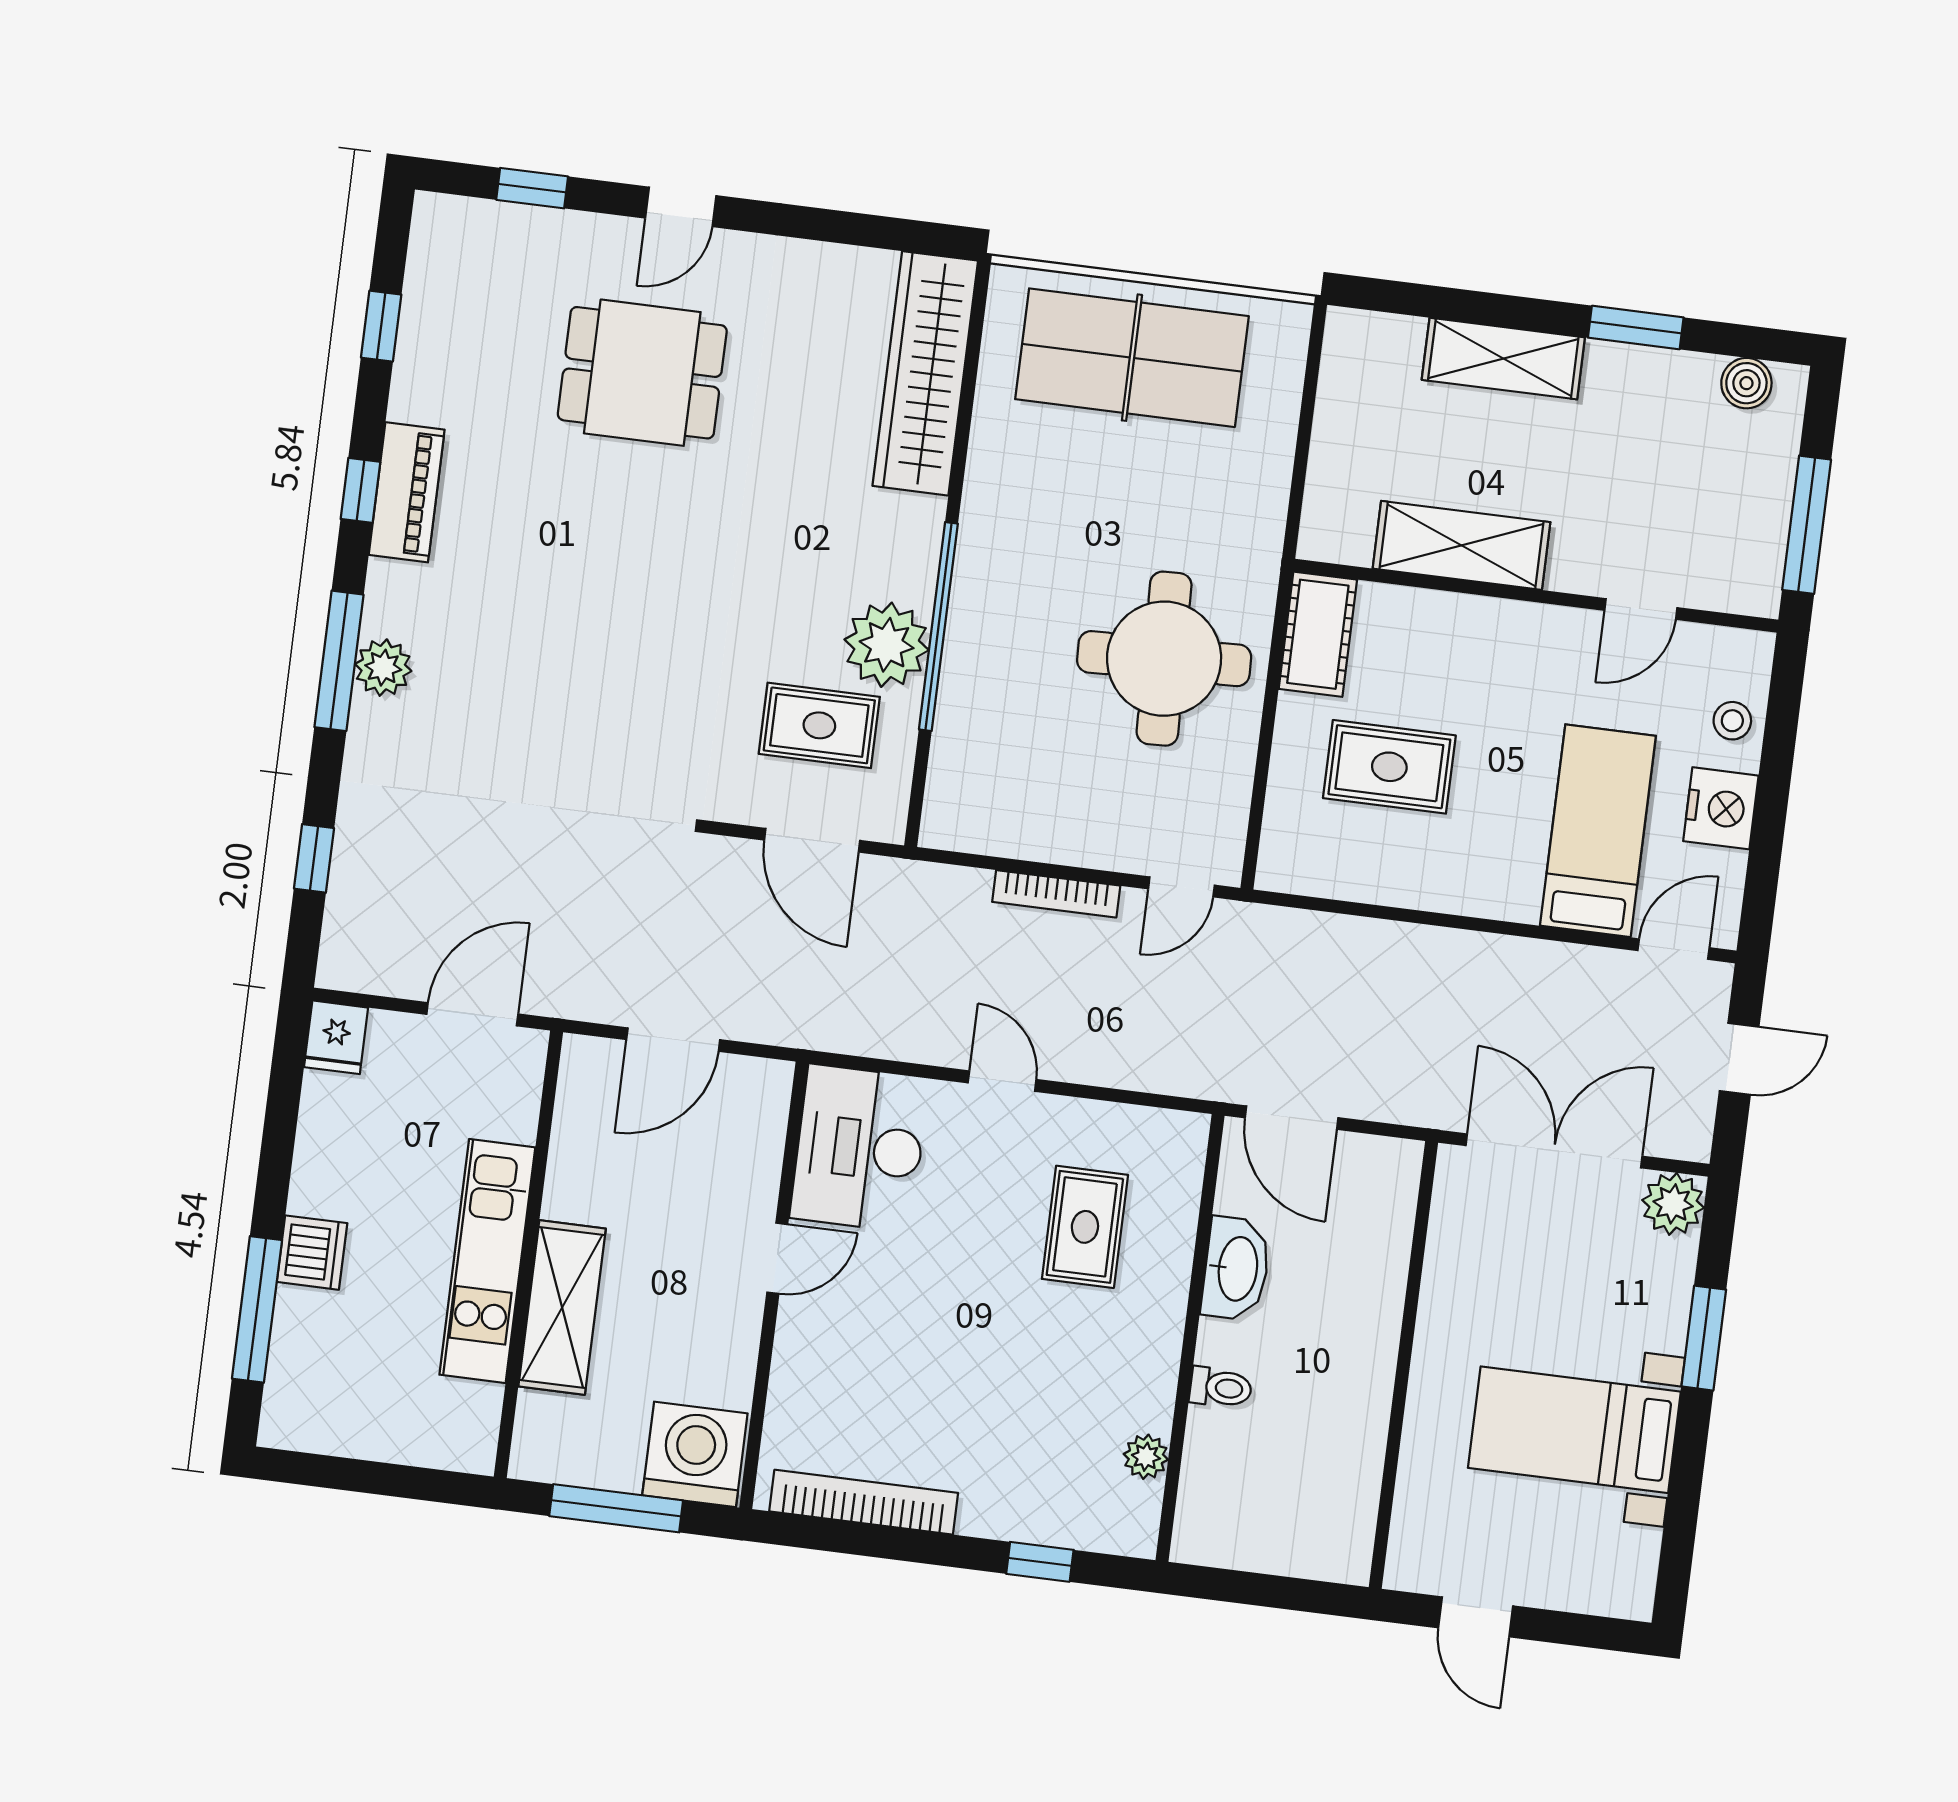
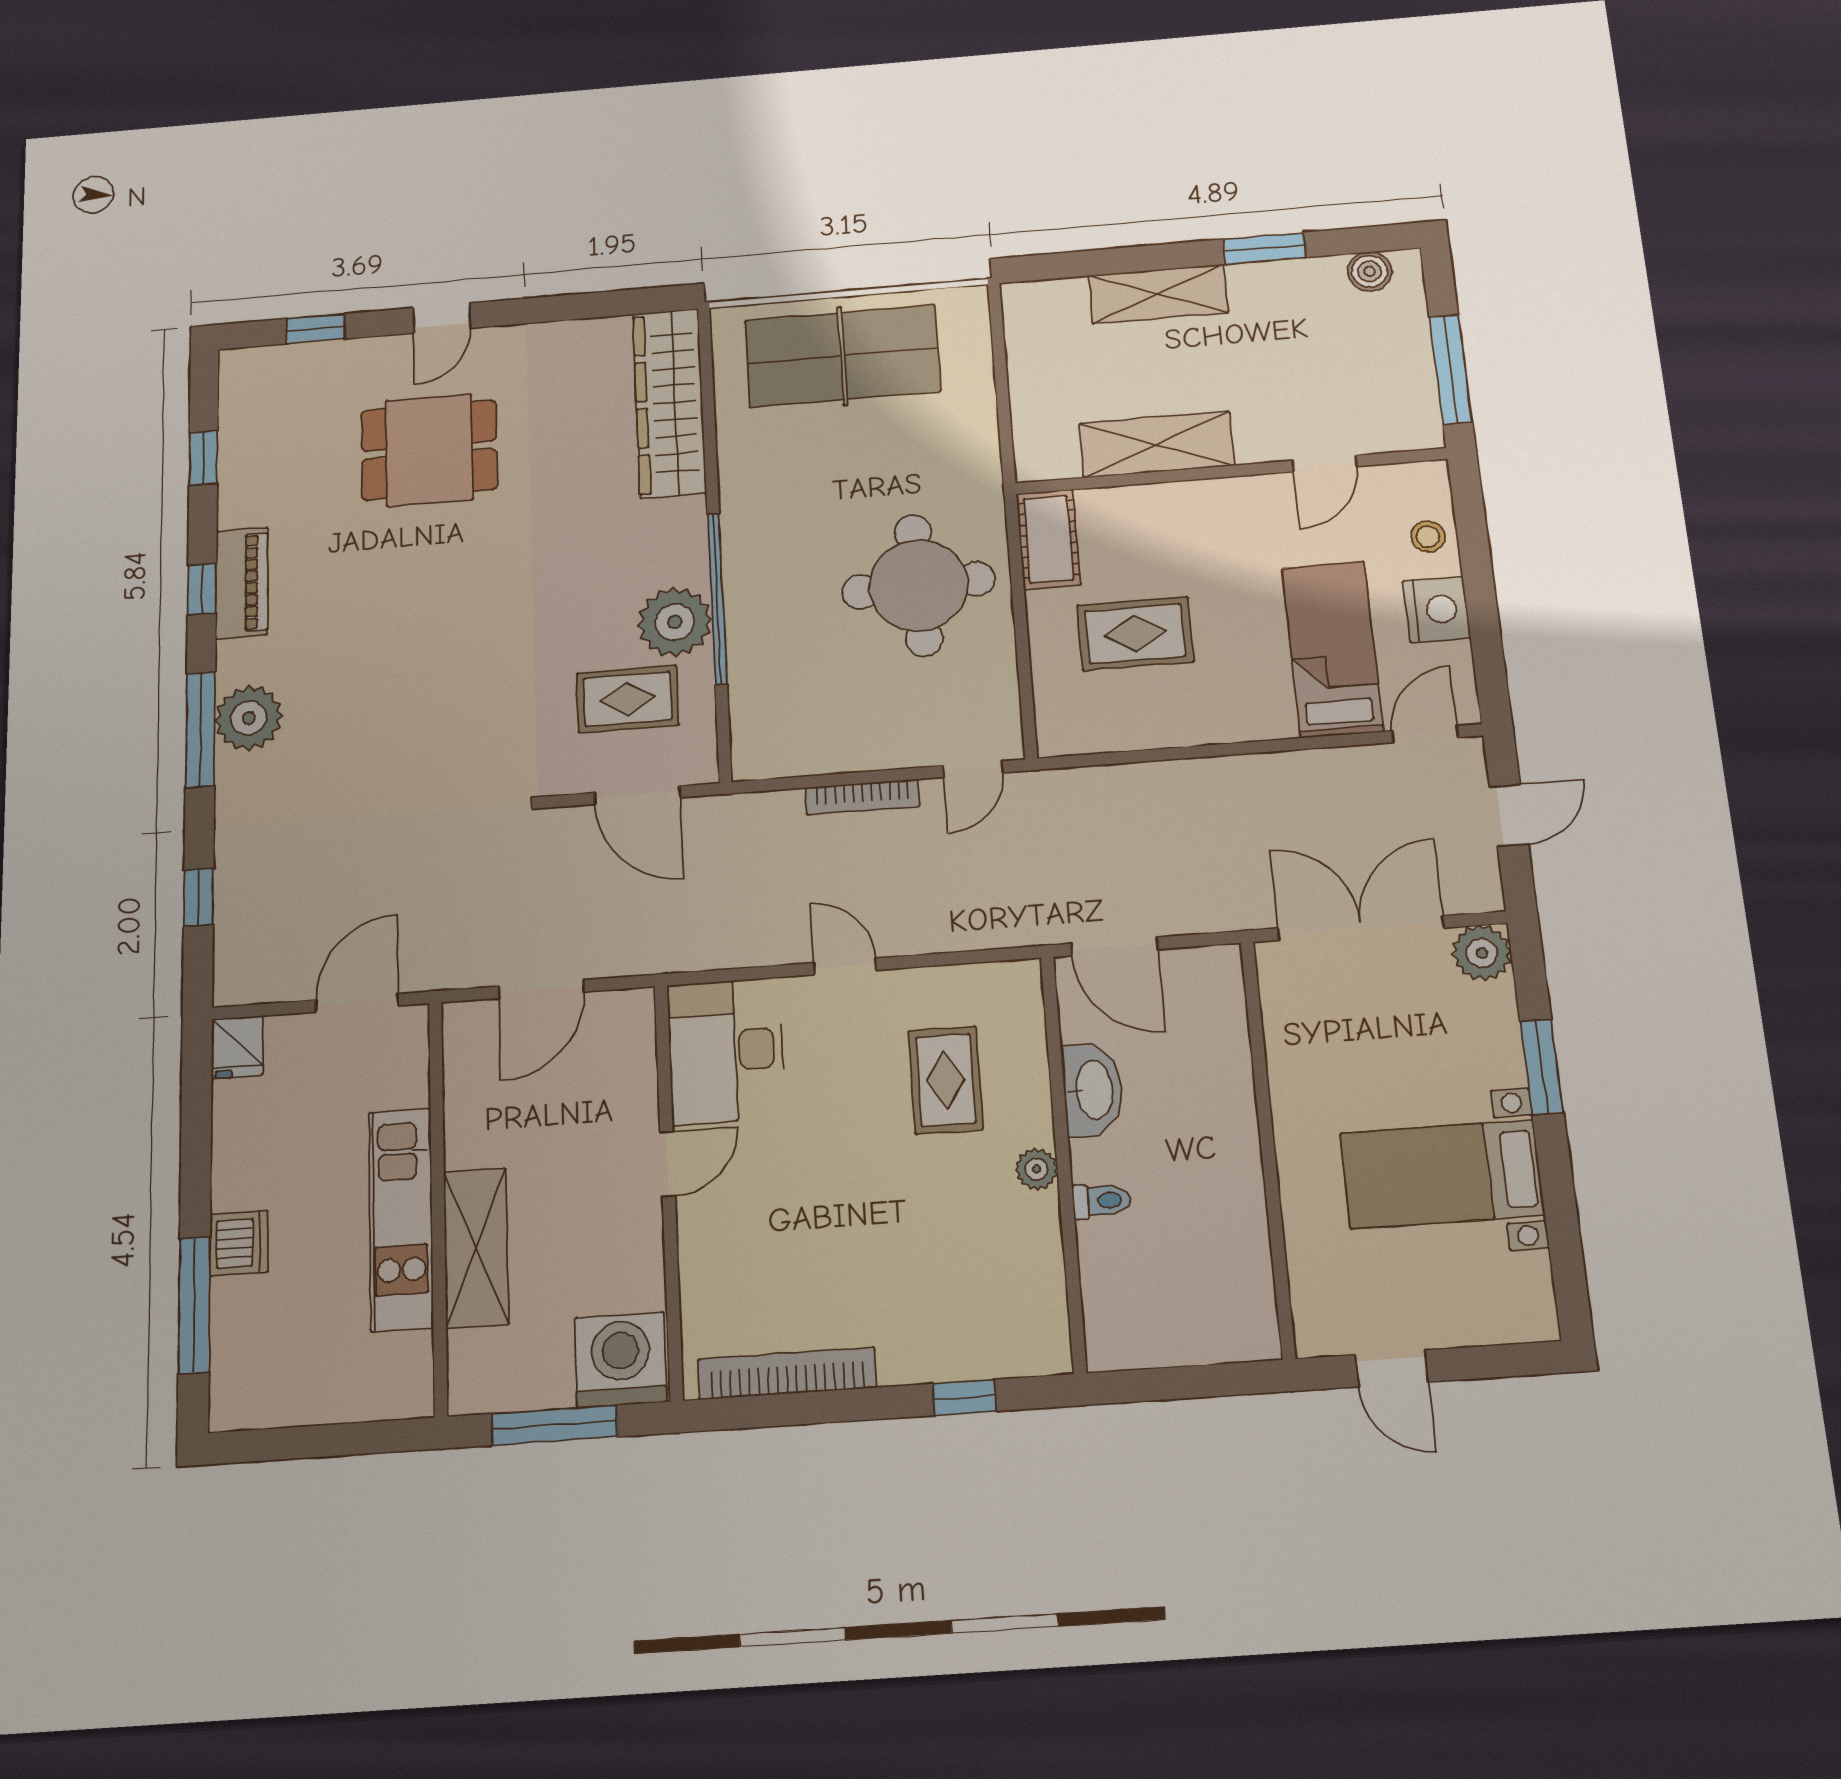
plant: (383, 668) -> (249, 718), width x1.36, depth x1.36
plant: (1146, 1457) -> (1036, 1169), moved

